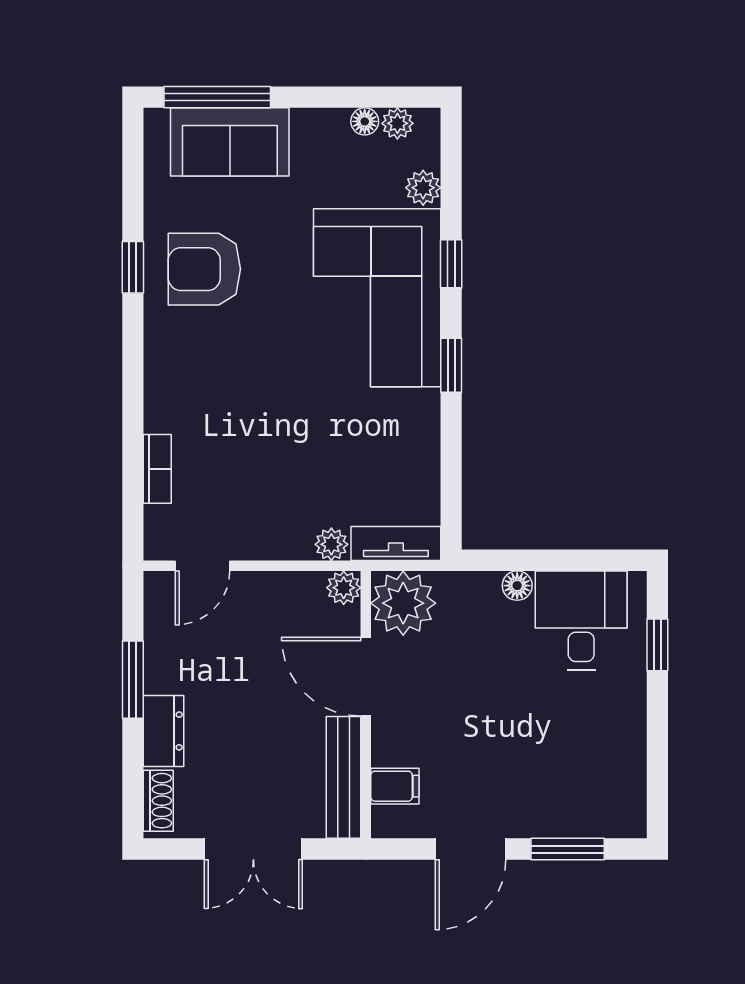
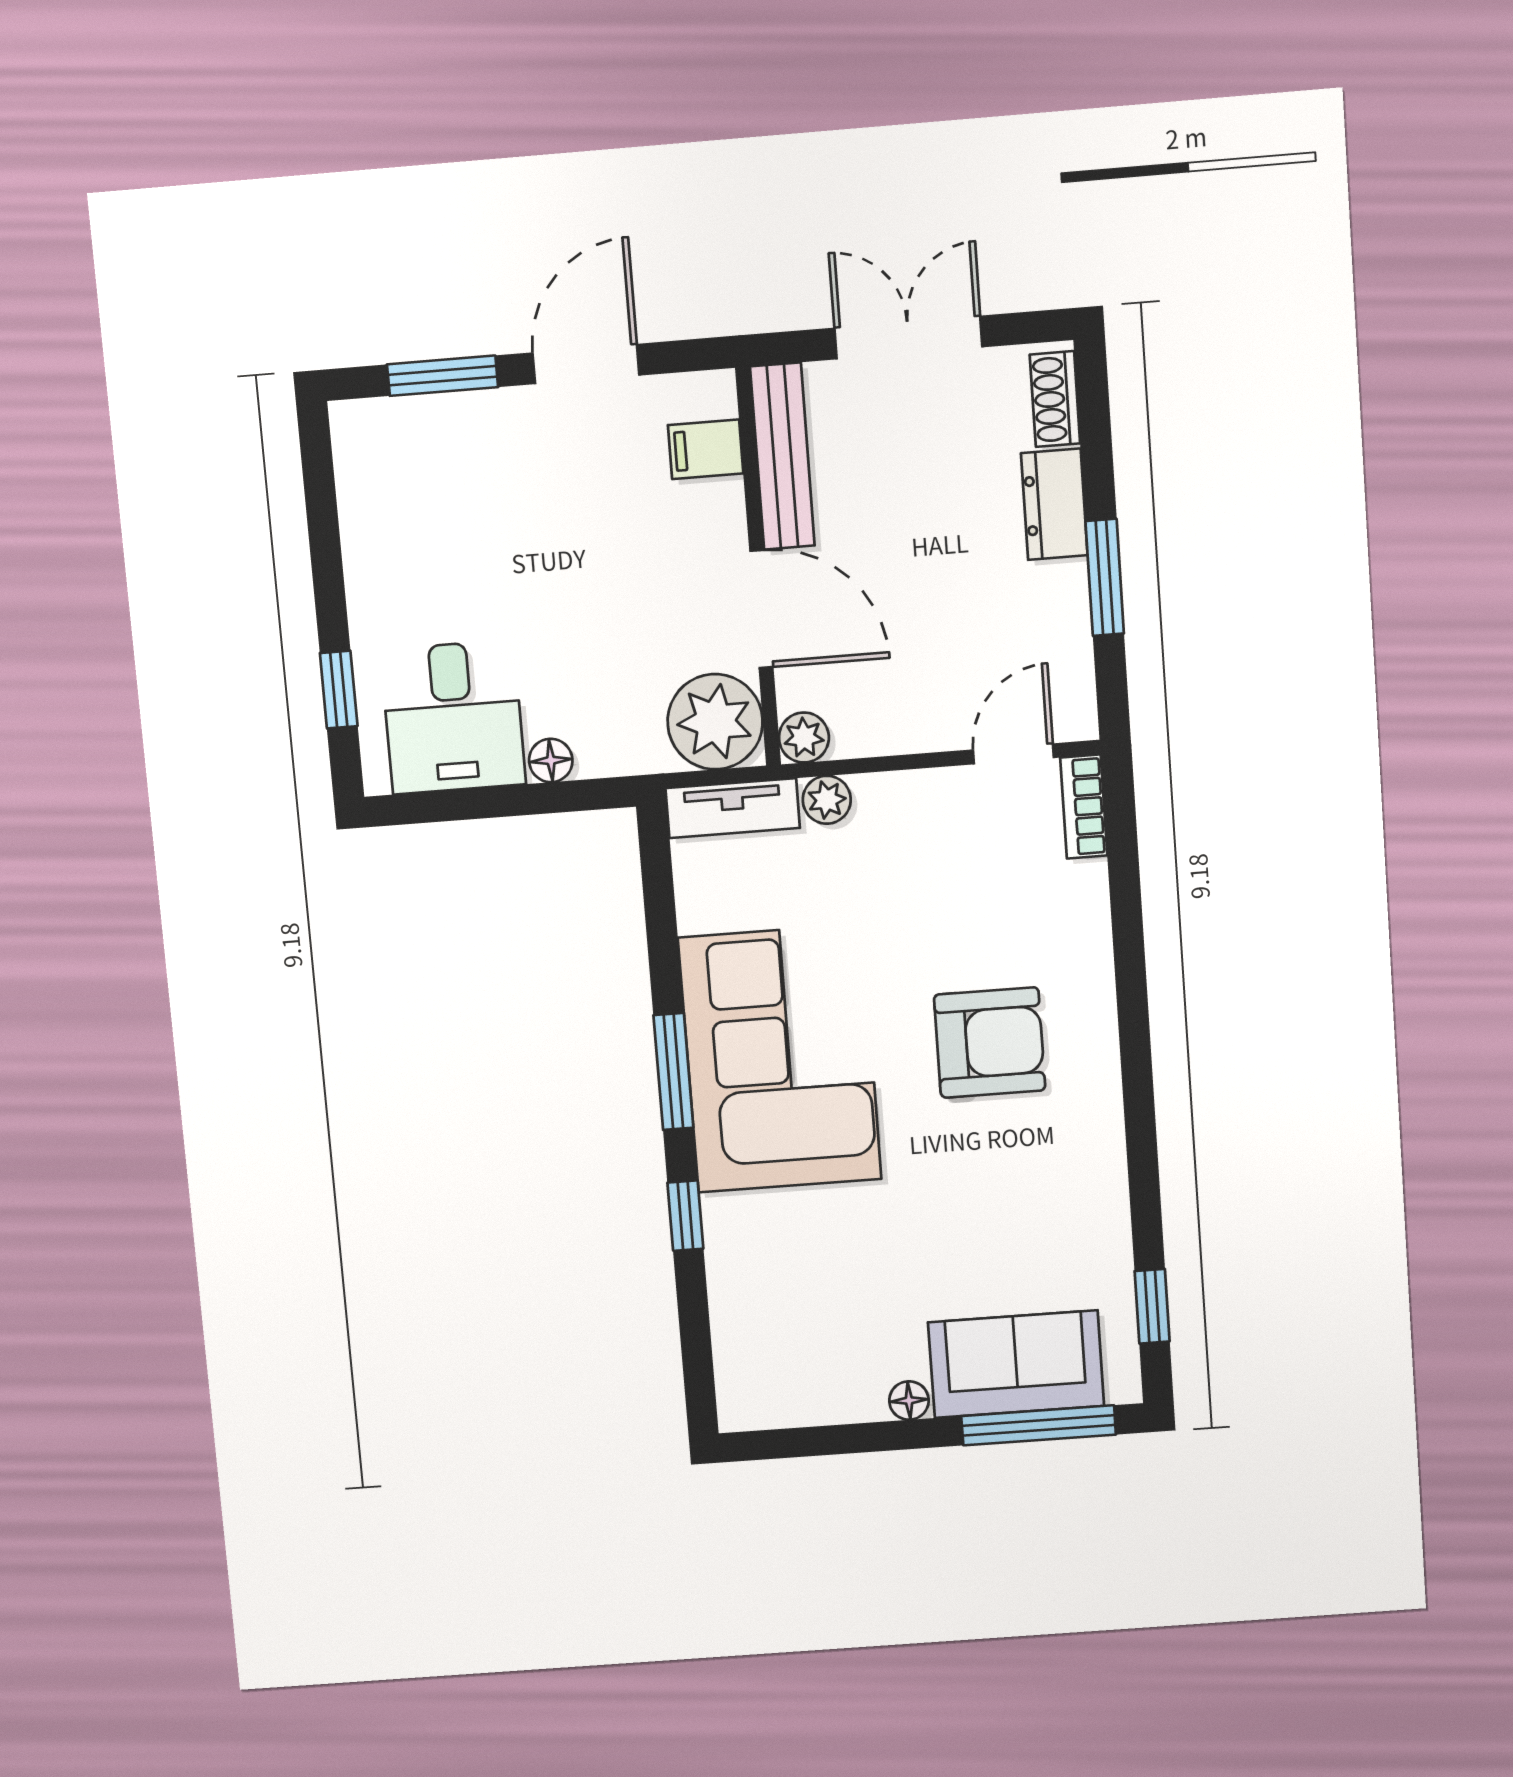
floor lamp: (365, 121) -> (909, 1401), moved
plant: (397, 123) -> (778, 1407), removed
plant: (423, 188) -> (734, 1320), removed
window: (133, 267) -> (1152, 1306), moved
armchair: (204, 269) -> (990, 1043), moved
corner sofa: (377, 298) -> (780, 1059), moved
window: (451, 365) -> (673, 1072), width x1.50
bookcase: (157, 469) -> (1084, 807), moved

